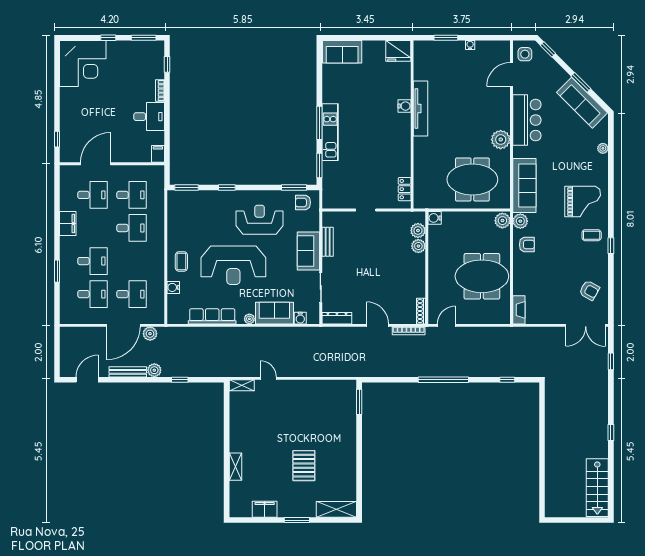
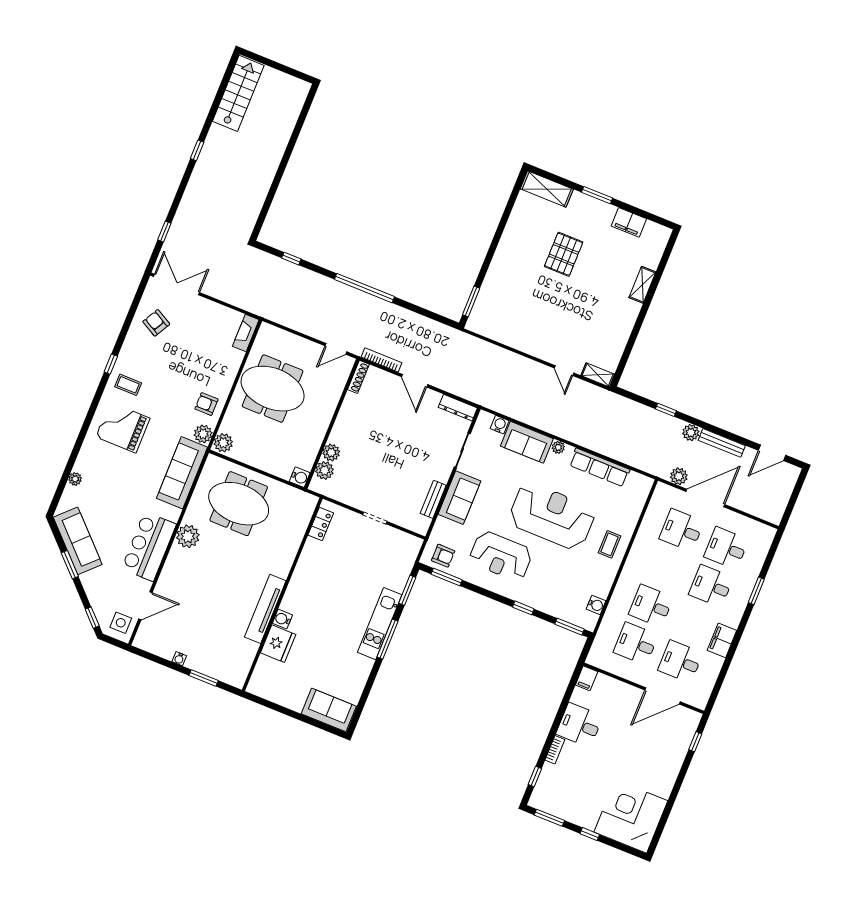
fridge: (398, 51) -> (278, 644), moved, turned 90
water cooler: (173, 287) -> (596, 605), moved

